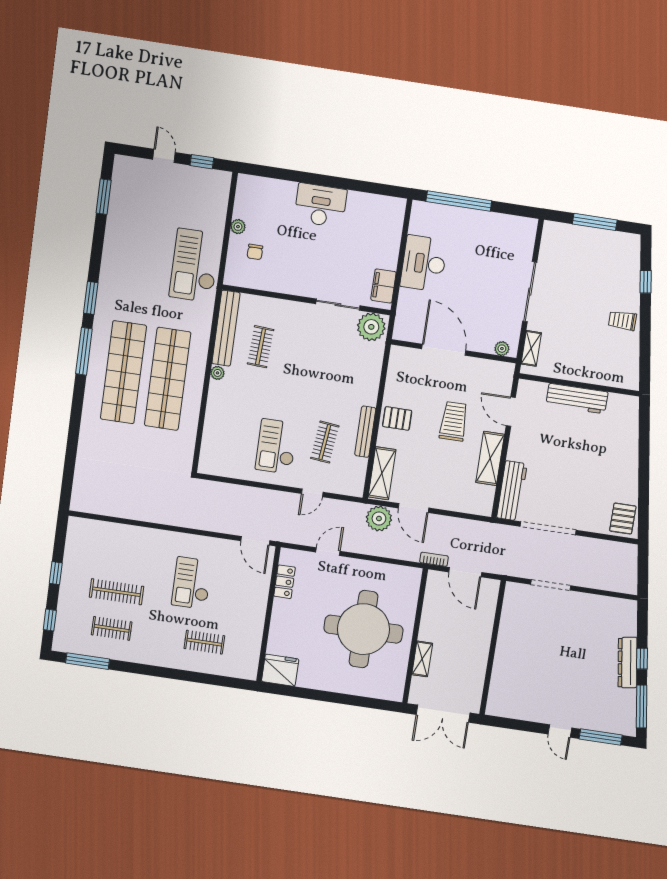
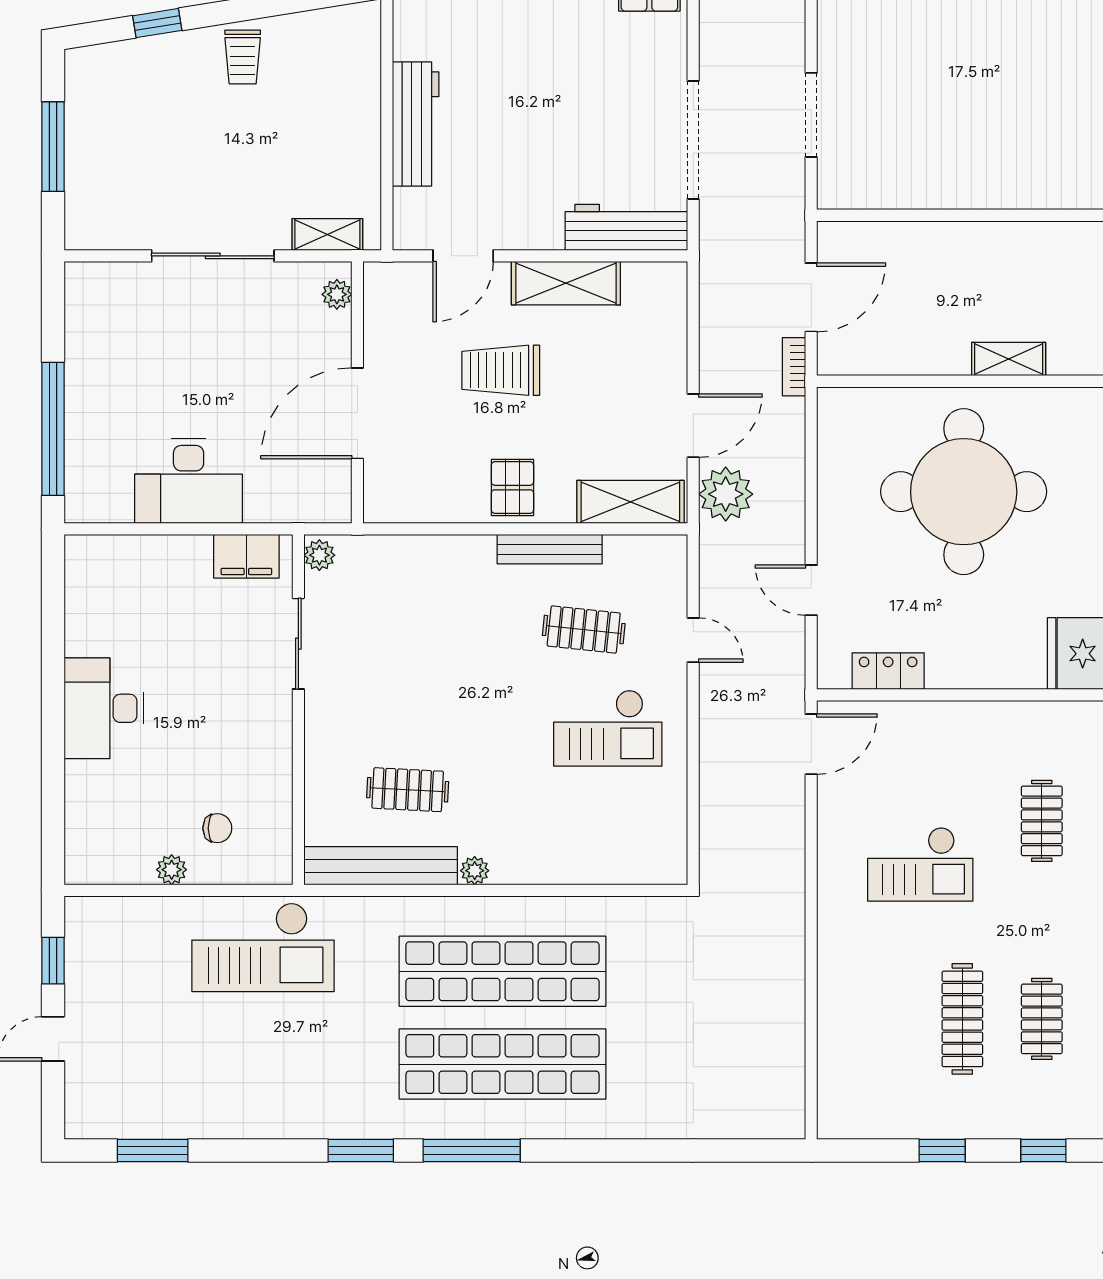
plant: (371, 327) -> (319, 555), width x0.53, depth x0.53

